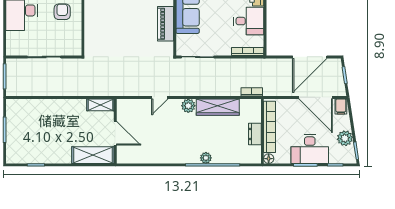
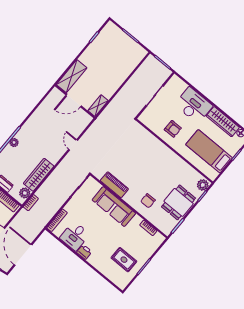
plant: (188, 106) -> (25, 193), moved

